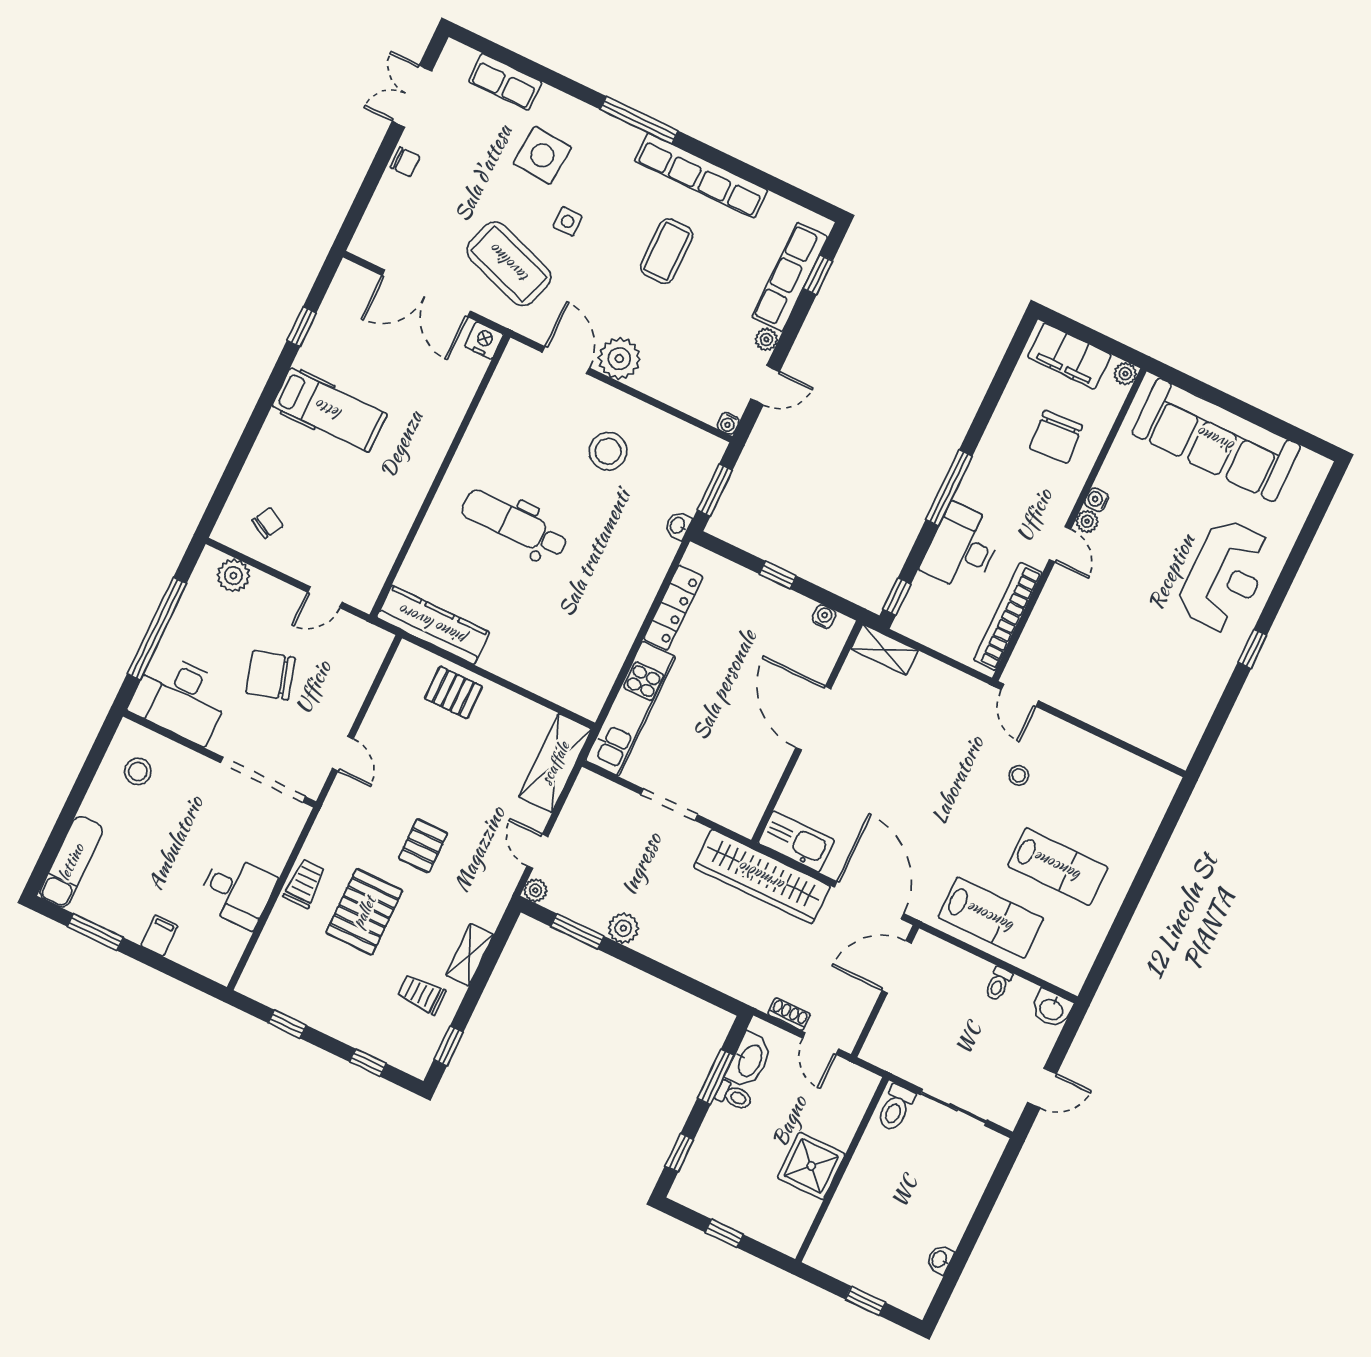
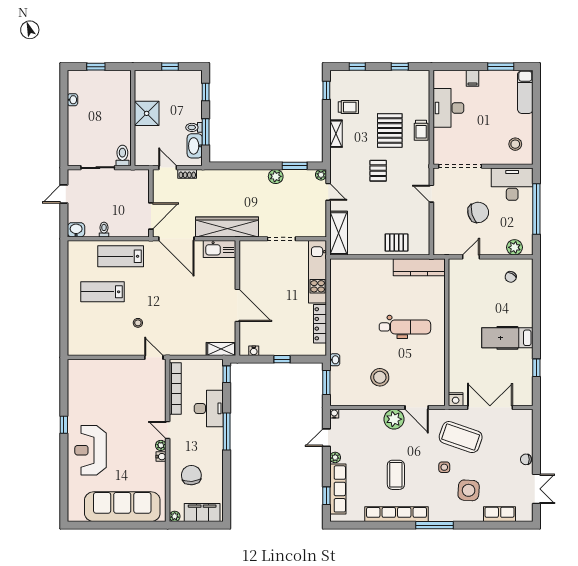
desk: (237, 891) -> (448, 108), width x1.37

